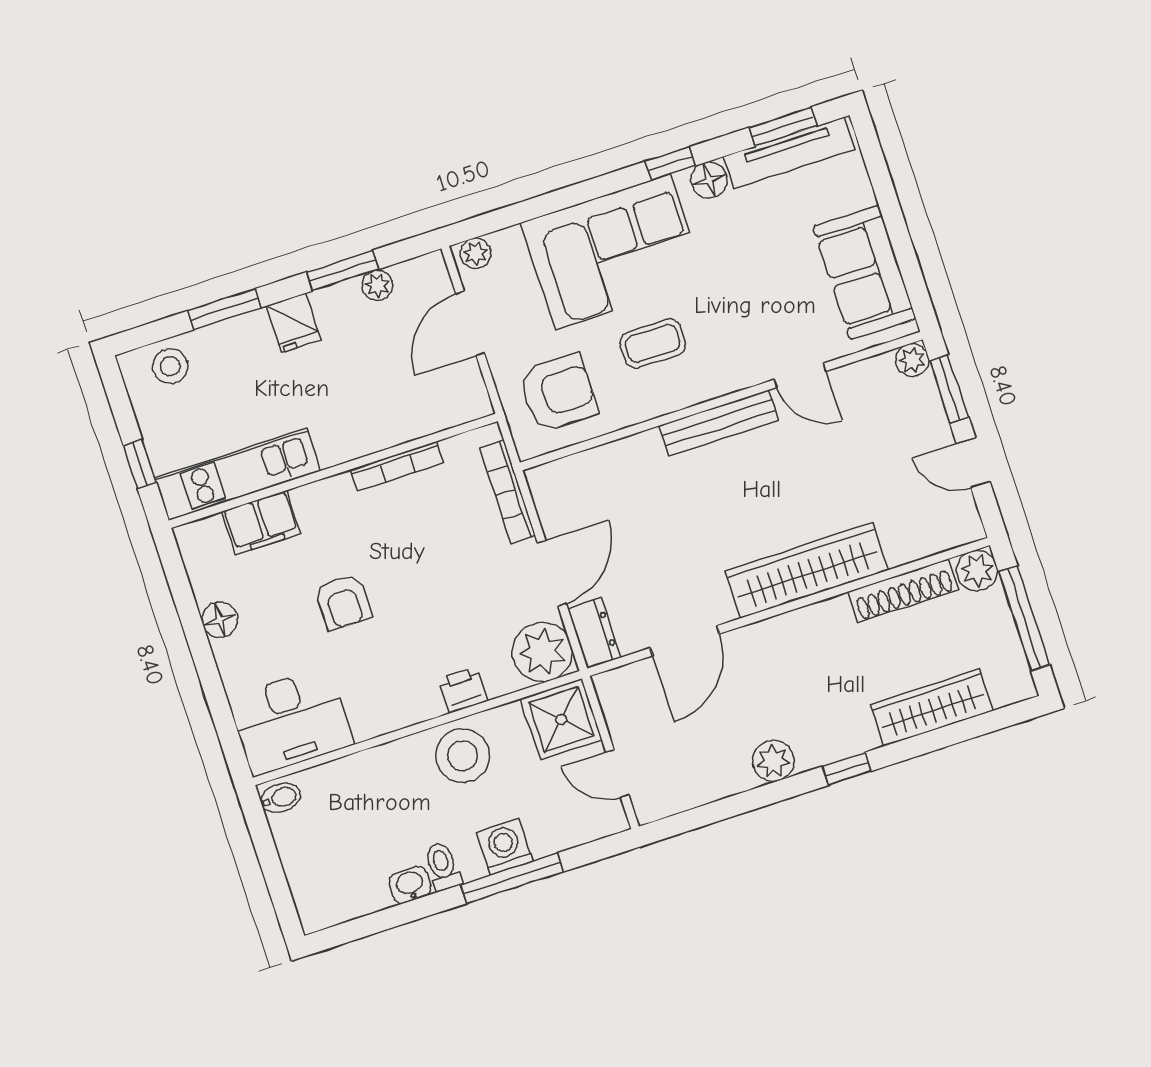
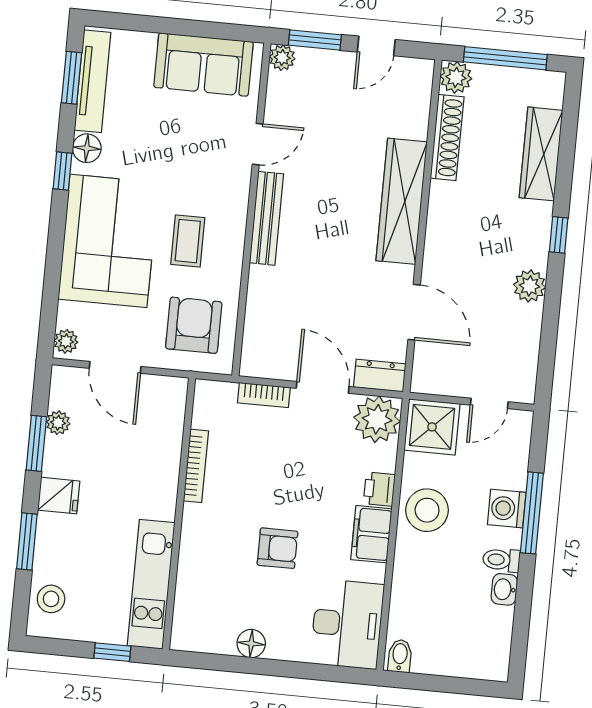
bookcase: (508, 492) -> (264, 395), width x0.64
filing cabinet: (261, 523) -> (371, 534), moved, turned 180

